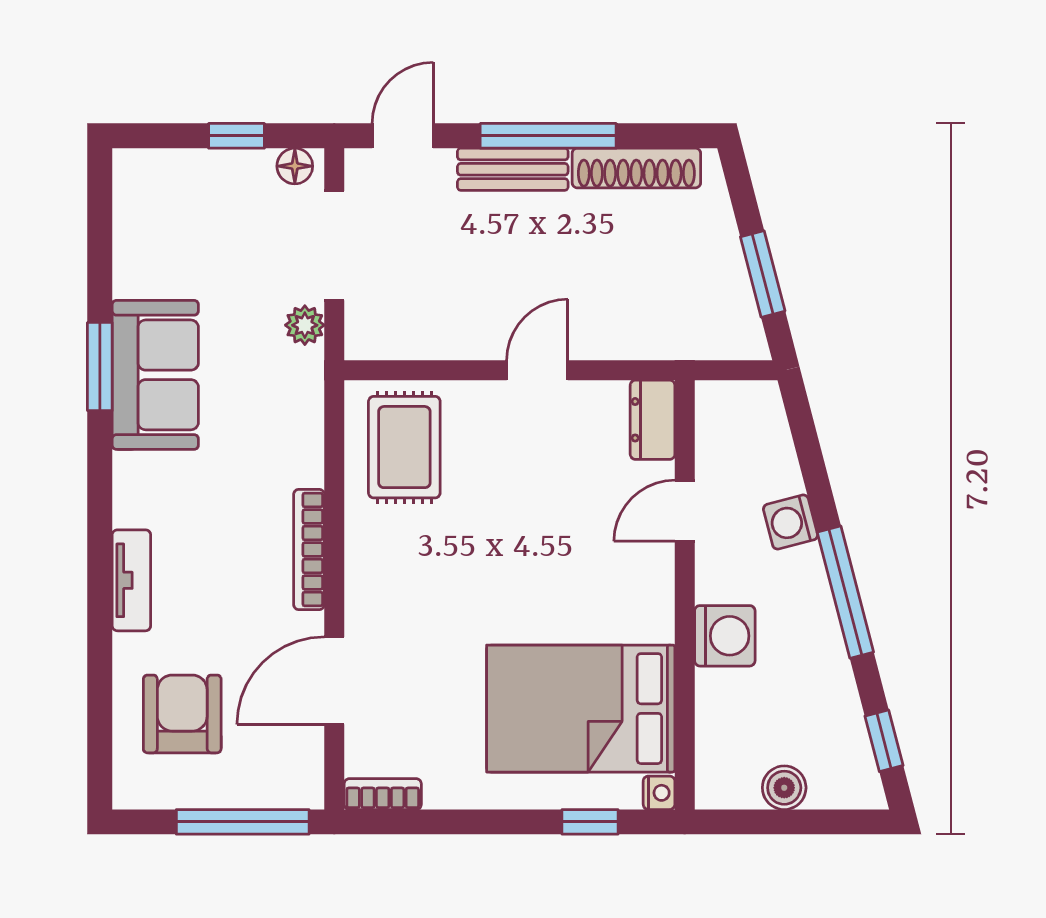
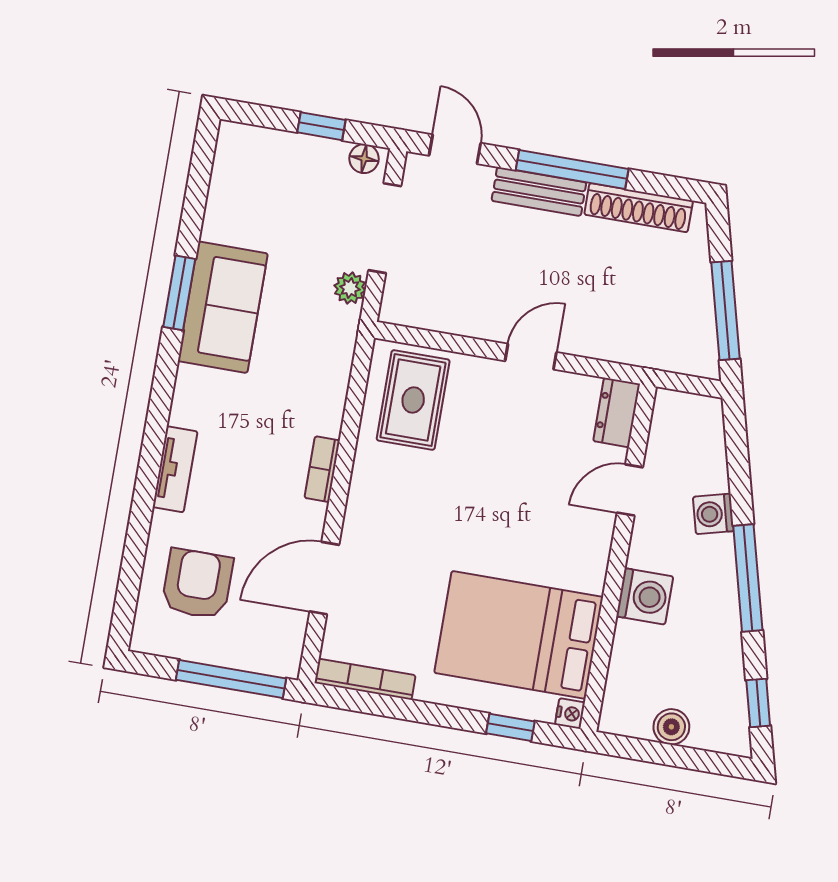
door: (403, 136) -> (455, 149), hinge flipped
window: (763, 274) -> (725, 311), width x1.44
bookcase: (309, 549) -> (322, 469), width x0.64
bookcase: (383, 794) -> (365, 679), width x1.56

